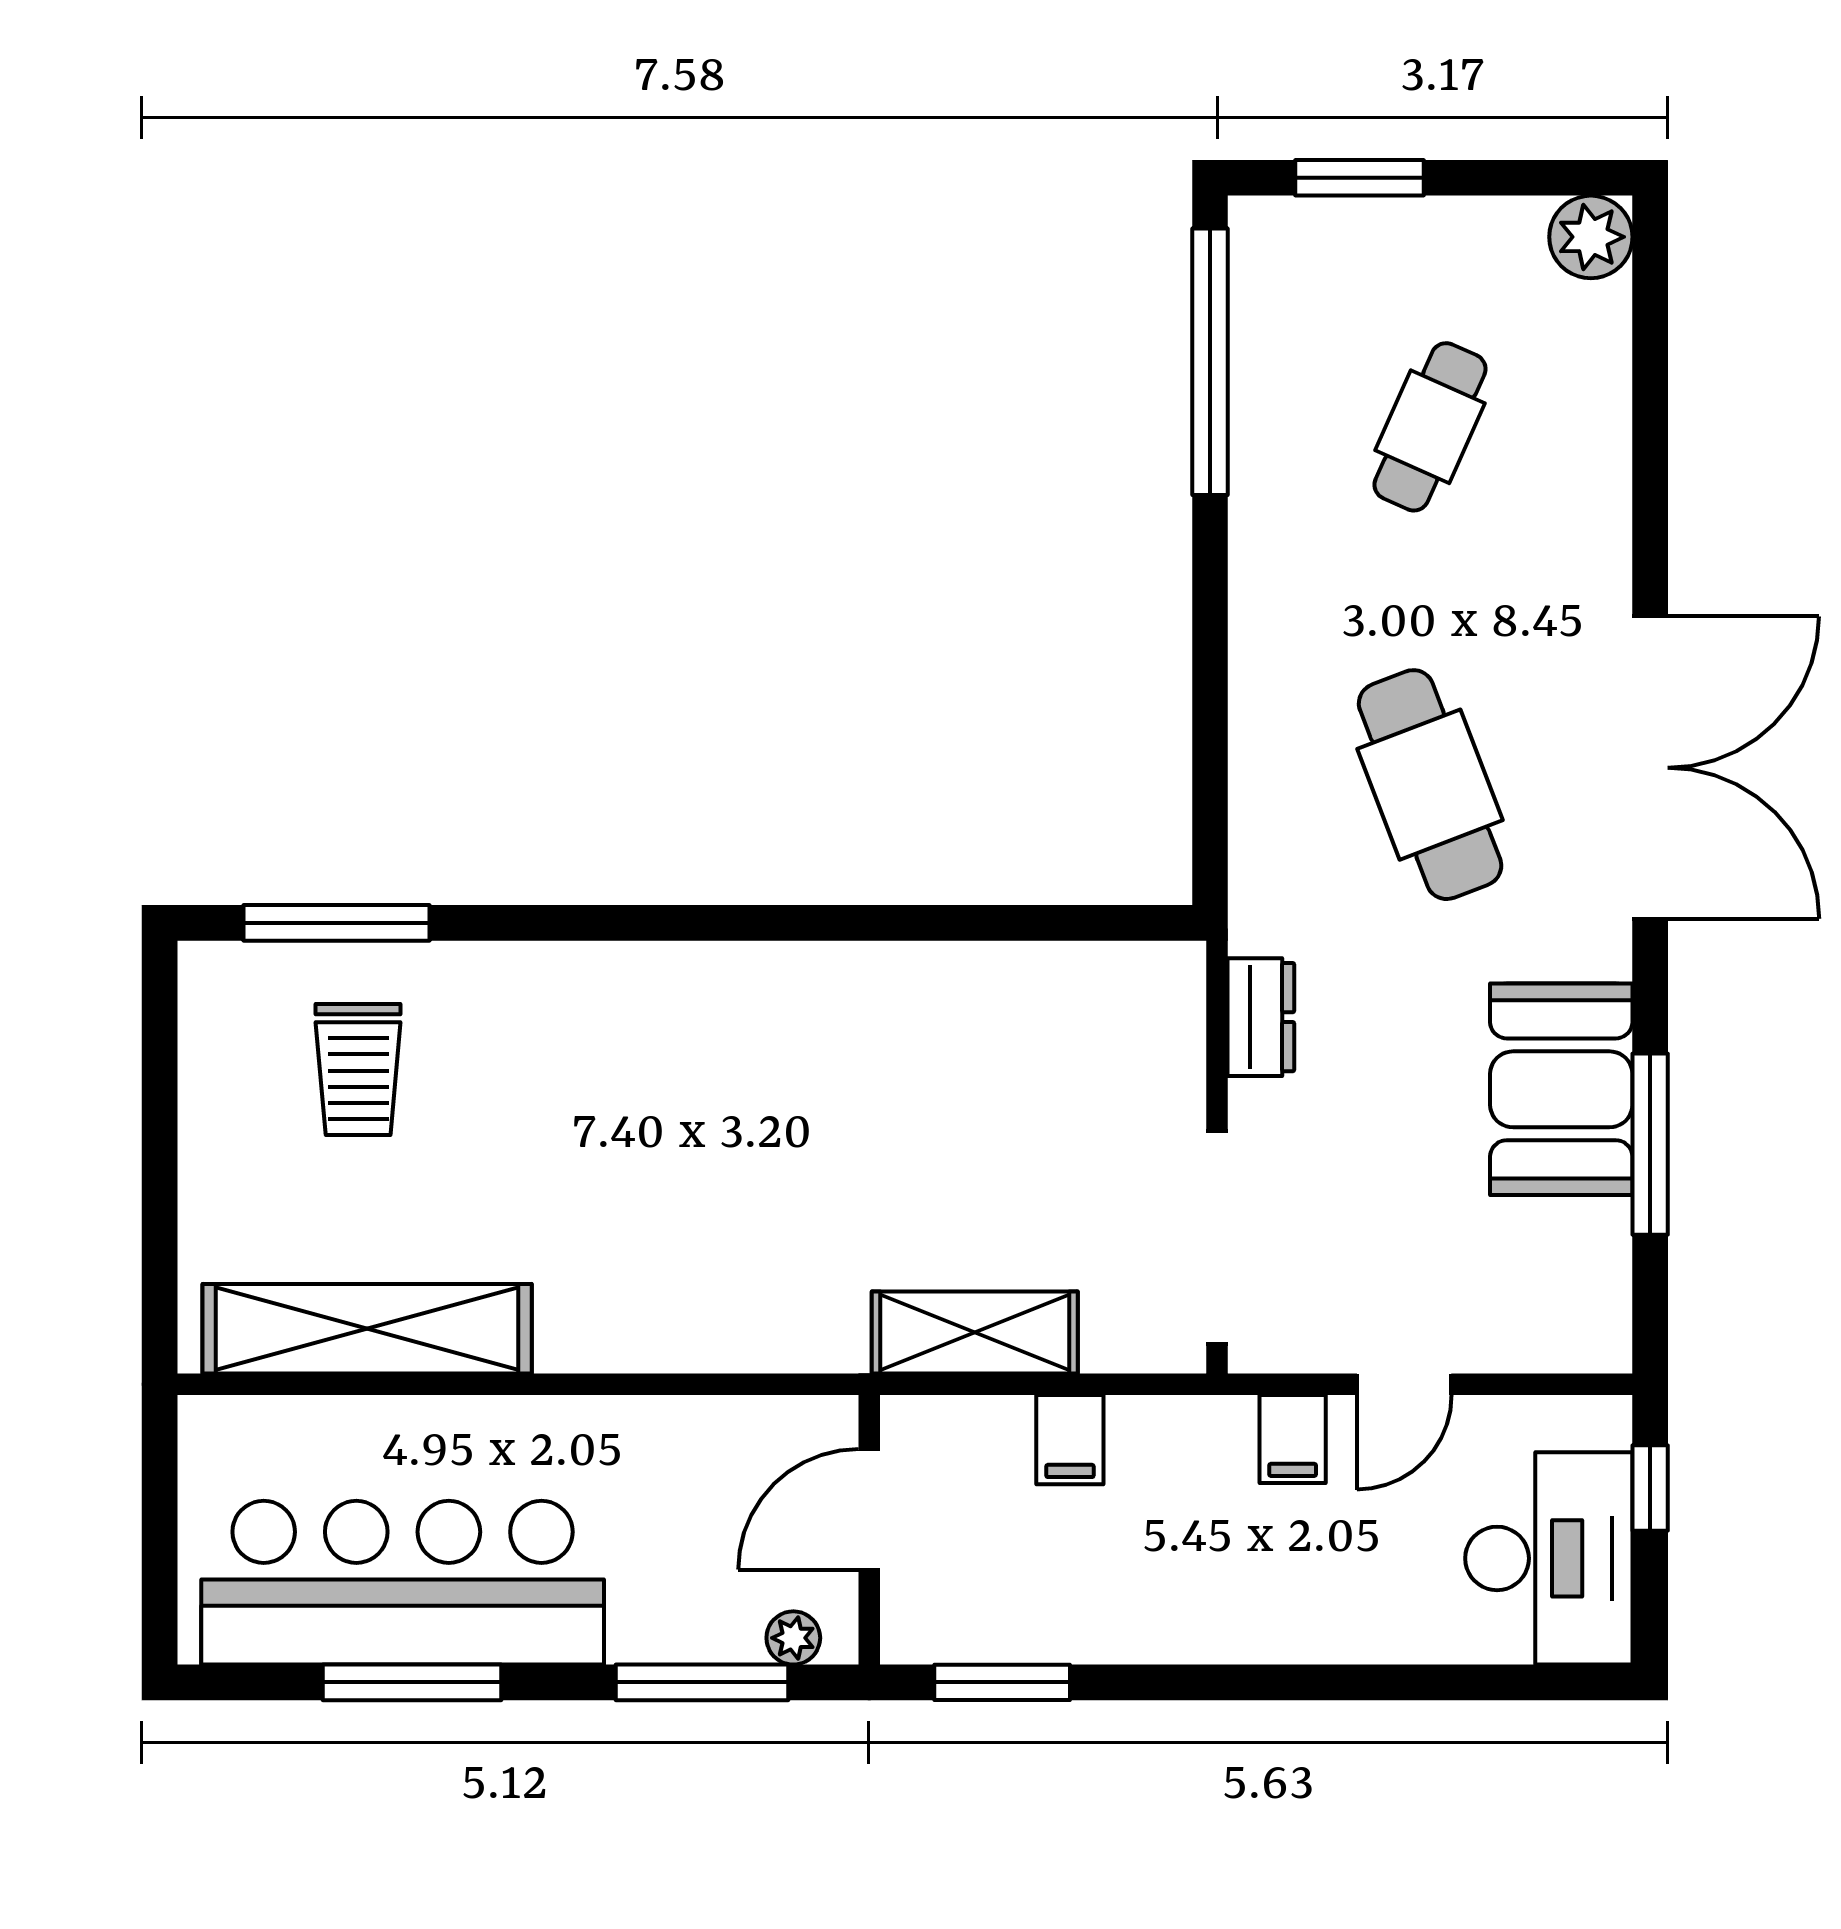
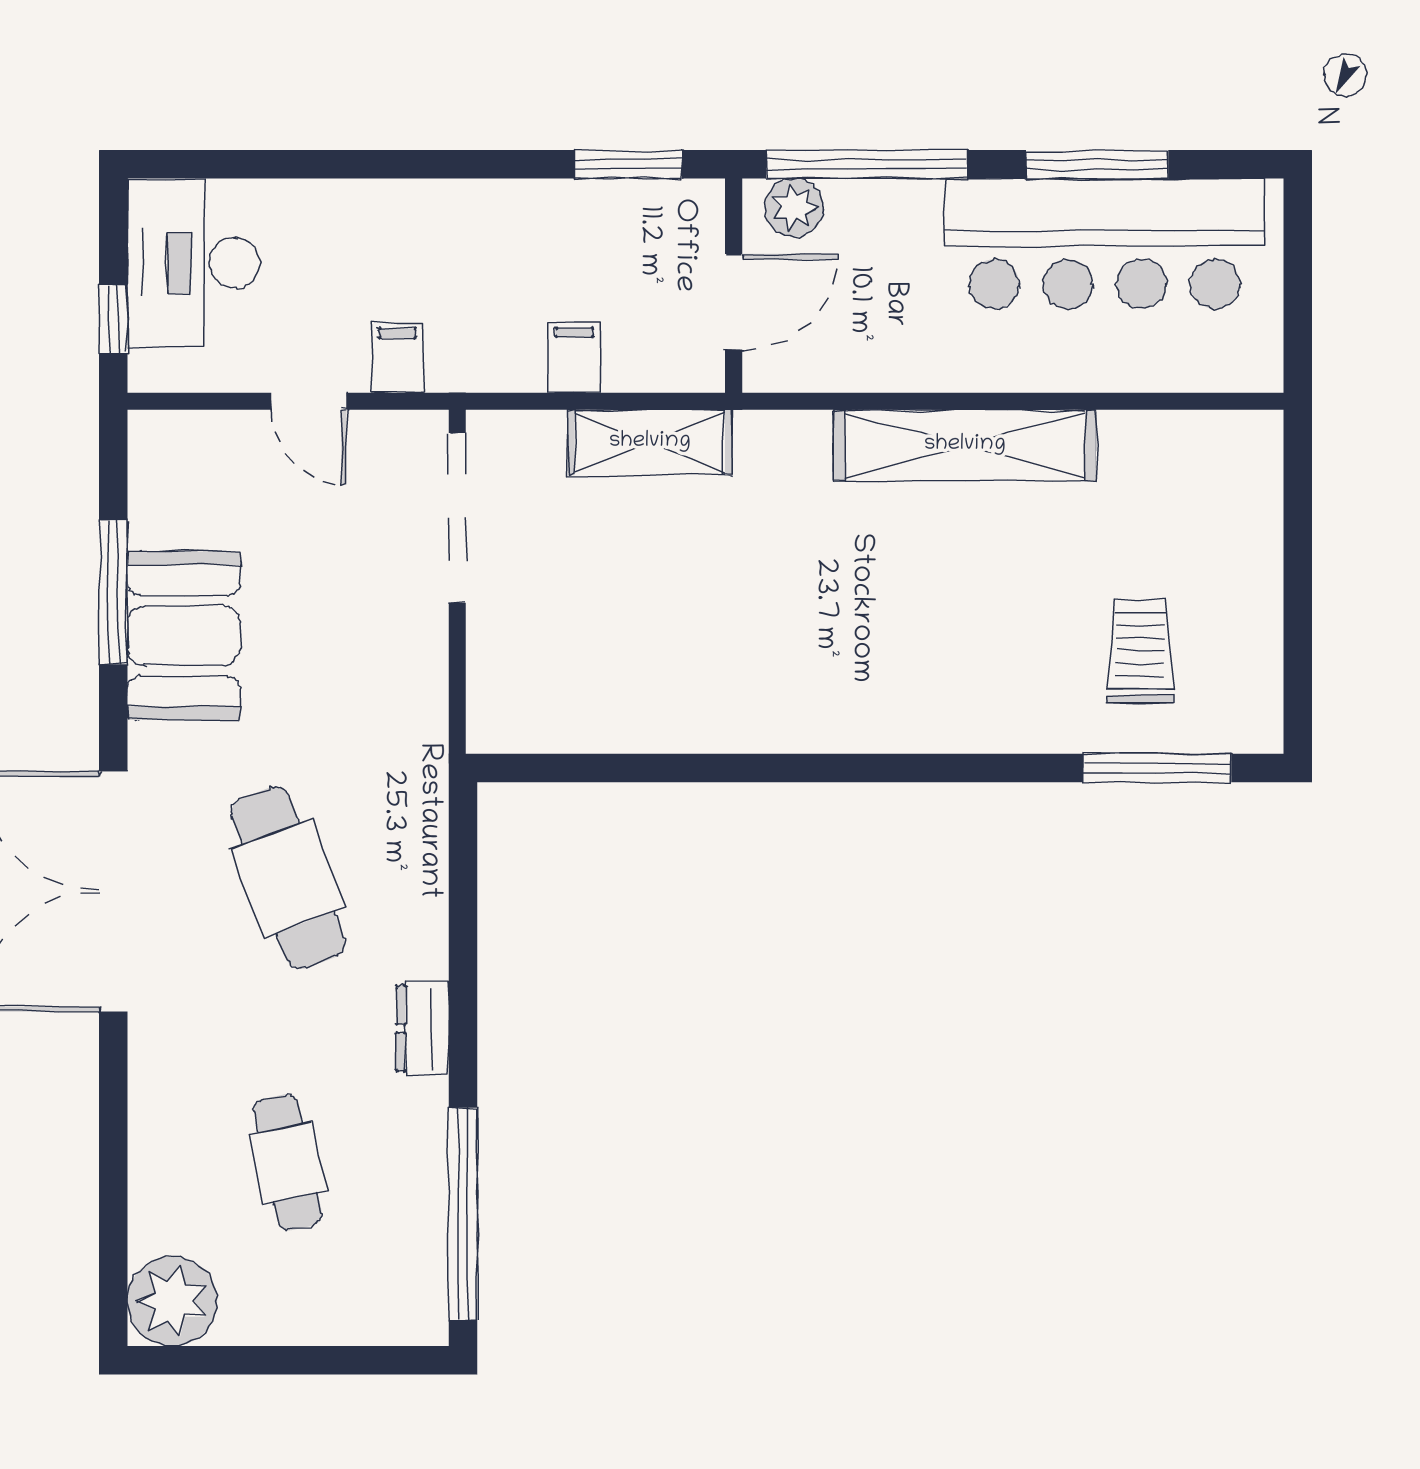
window: (1360, 178) -> (344, 1360), removed
plant: (1591, 237) -> (172, 1301), width x1.36, depth x1.36
cafe table: (1430, 427) -> (288, 1162), turned -36
dresser: (1261, 1017) -> (422, 1029), moved
shelving: (367, 1329) -> (965, 445), moved
door: (1404, 1384) -> (309, 401), swing flipped
plant: (793, 1638) -> (794, 208), width x1.38, depth x1.38
window: (702, 1682) -> (867, 164), width x1.46

